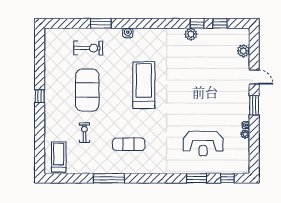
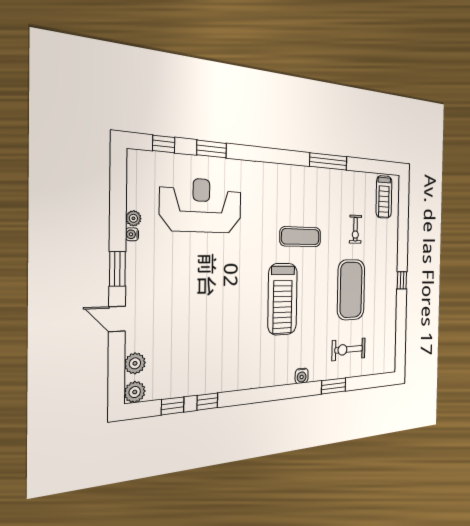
plant: (191, 34) -> (135, 392), moved
exercise mat: (129, 144) -> (300, 237), moved
reception desk: (203, 144) -> (201, 205), width x1.36, depth x1.30

